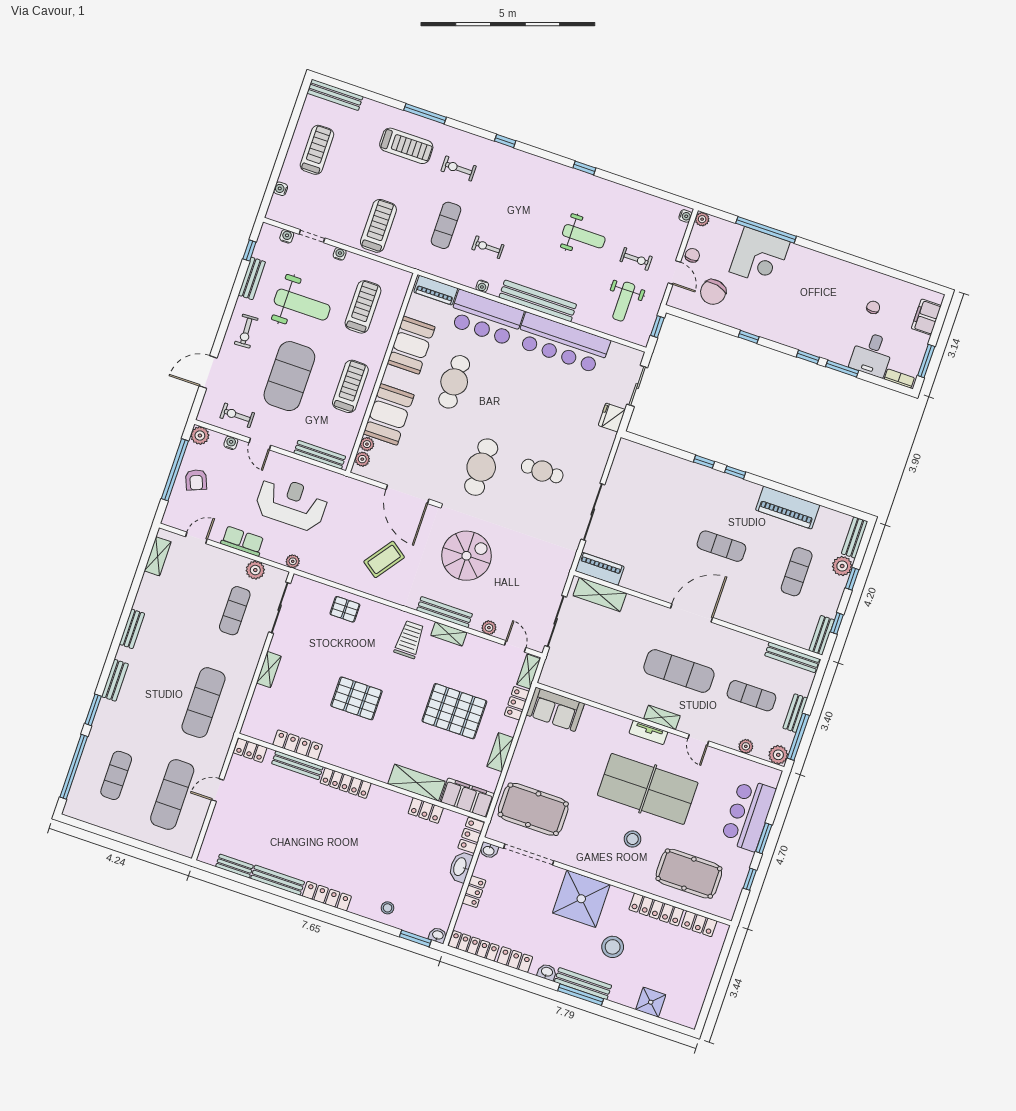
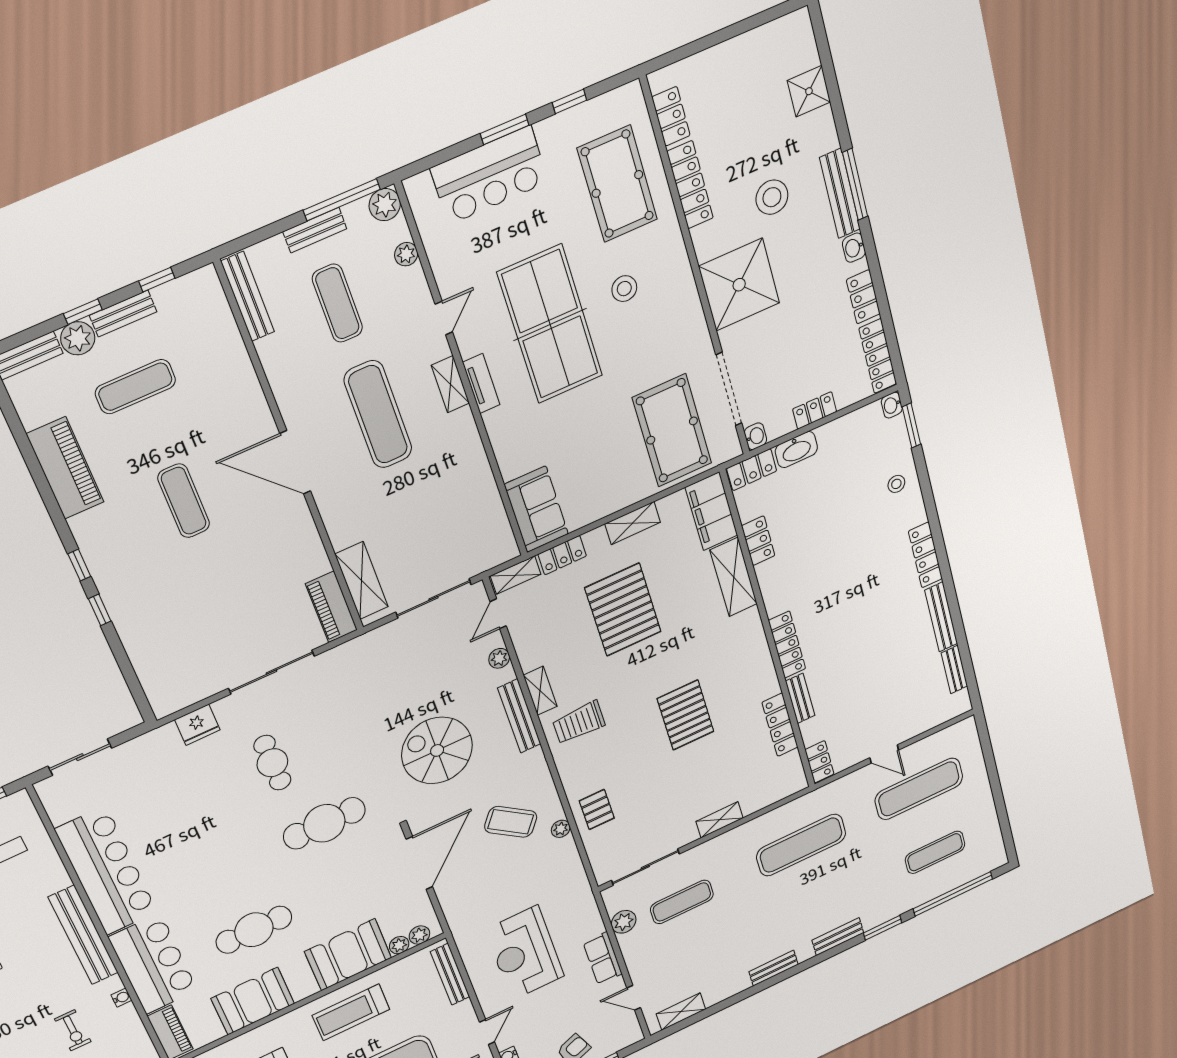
fridge: (612, 417) -> (197, 725), moved
plant: (293, 561) -> (561, 829), moved
bench: (822, 635) -> (123, 314), moved
bench: (297, 765) -> (800, 698), width x0.73

